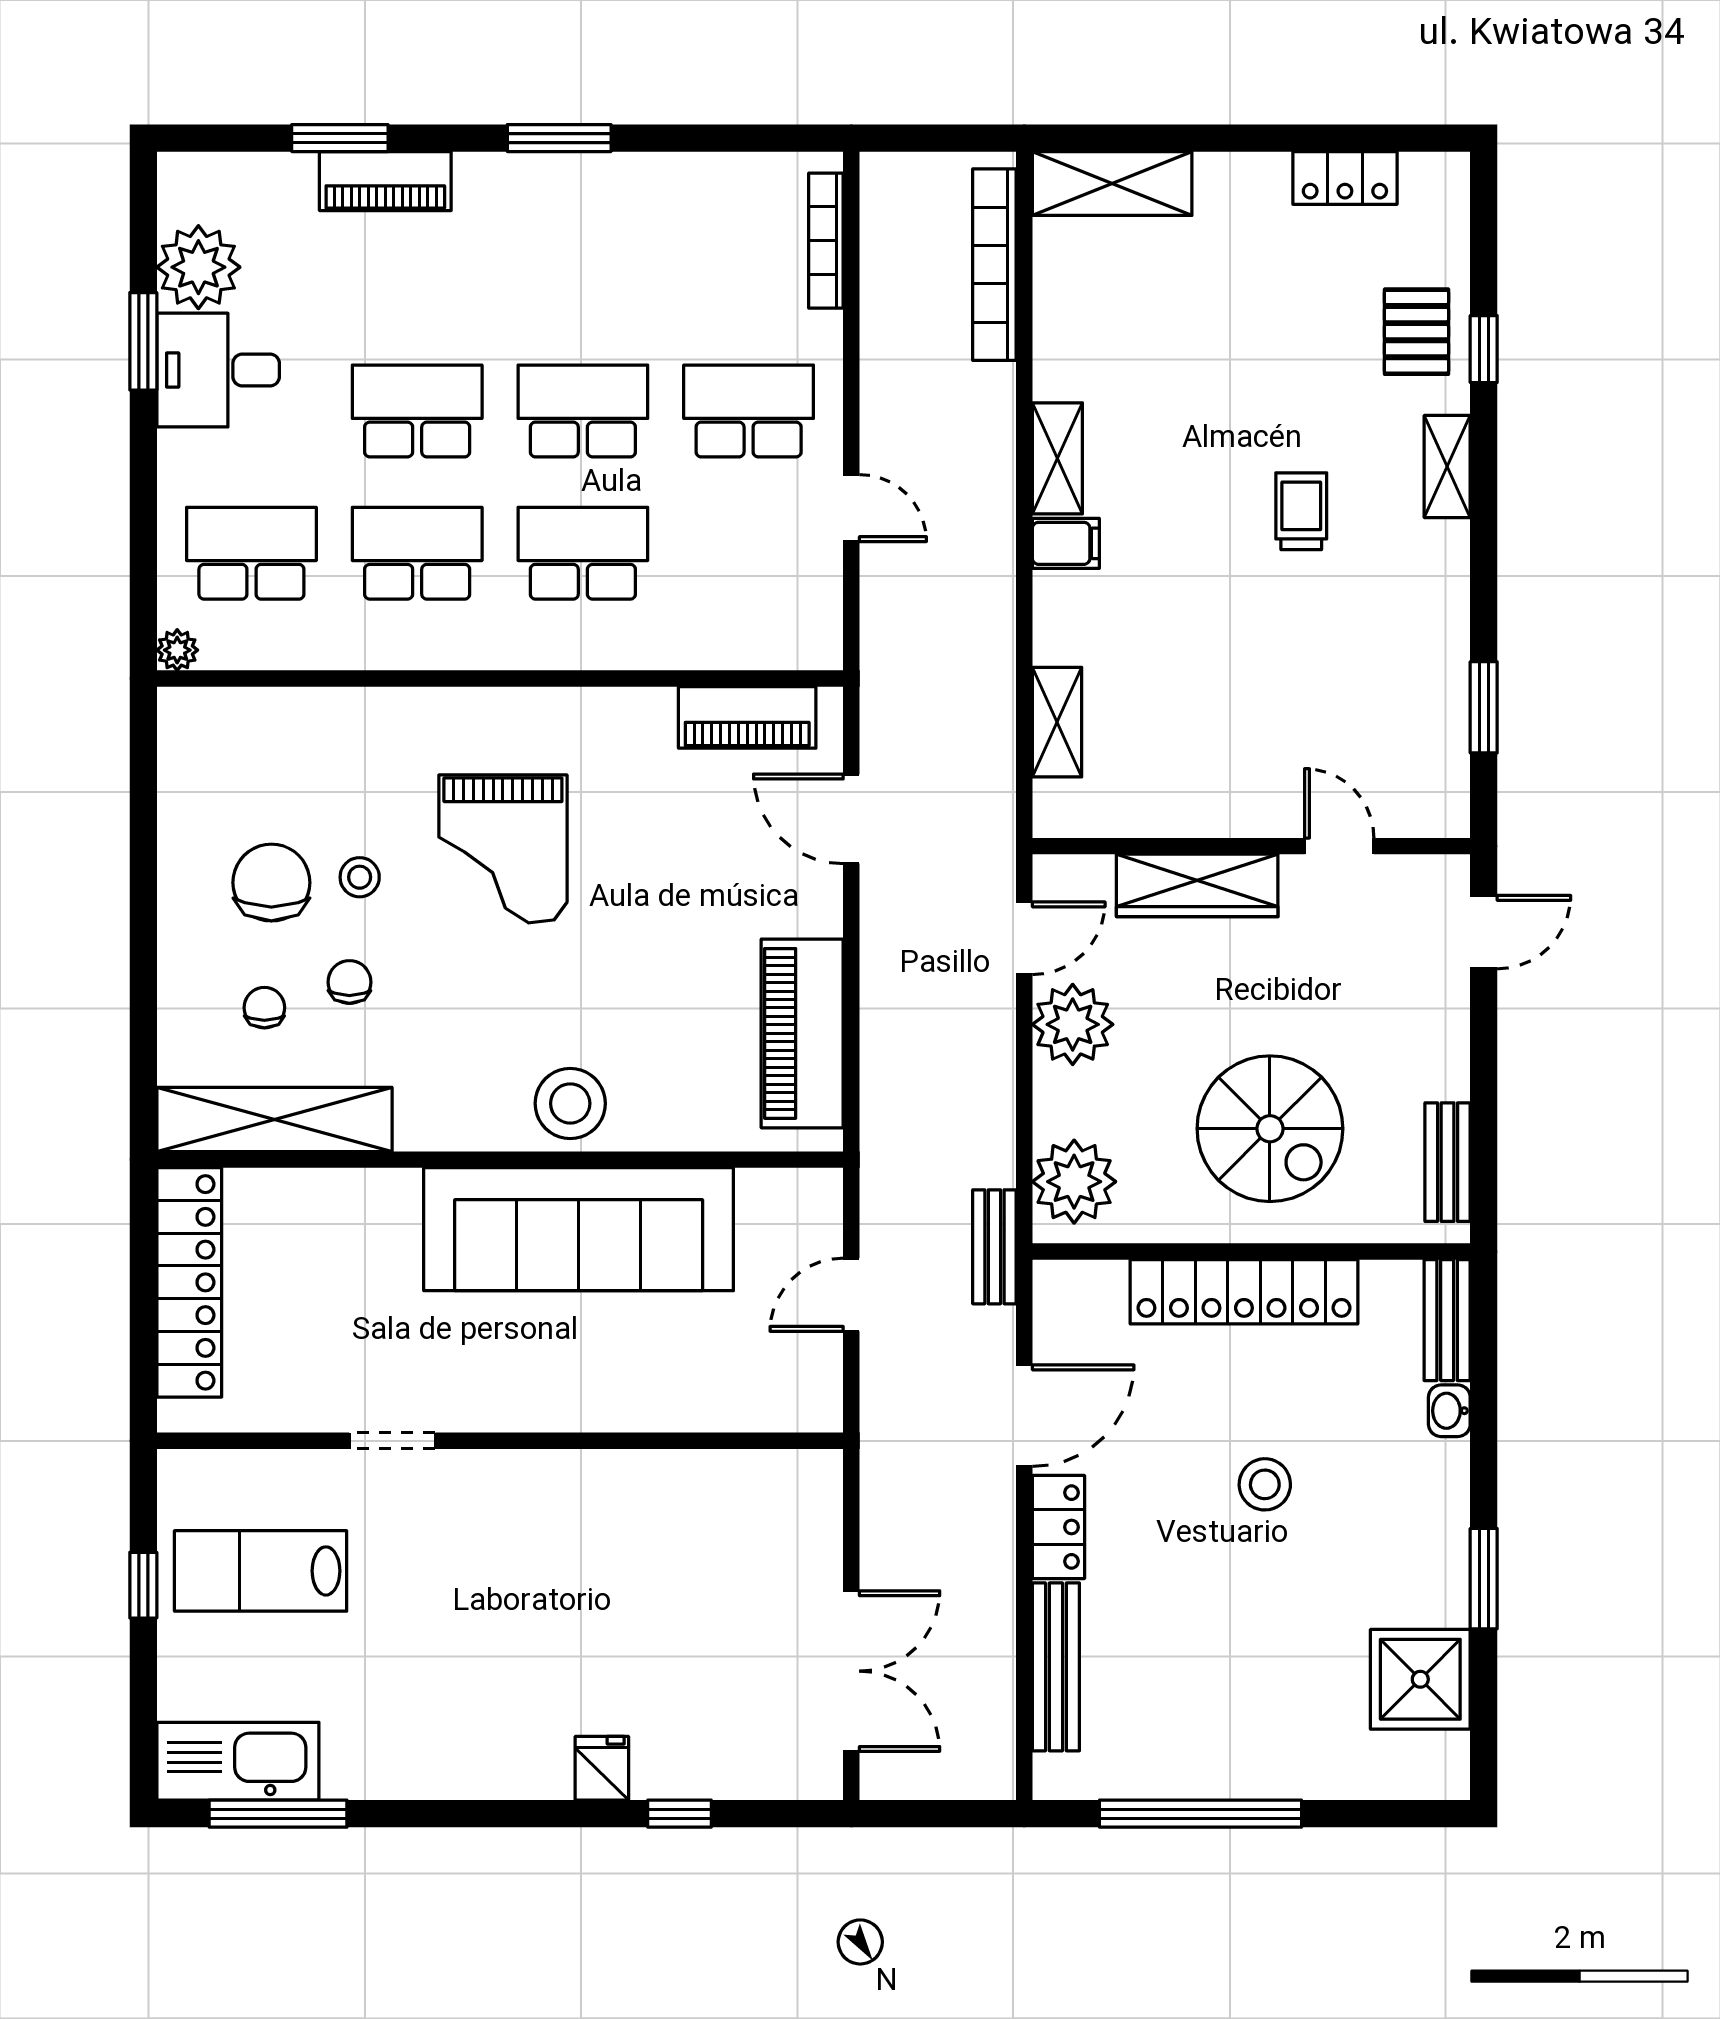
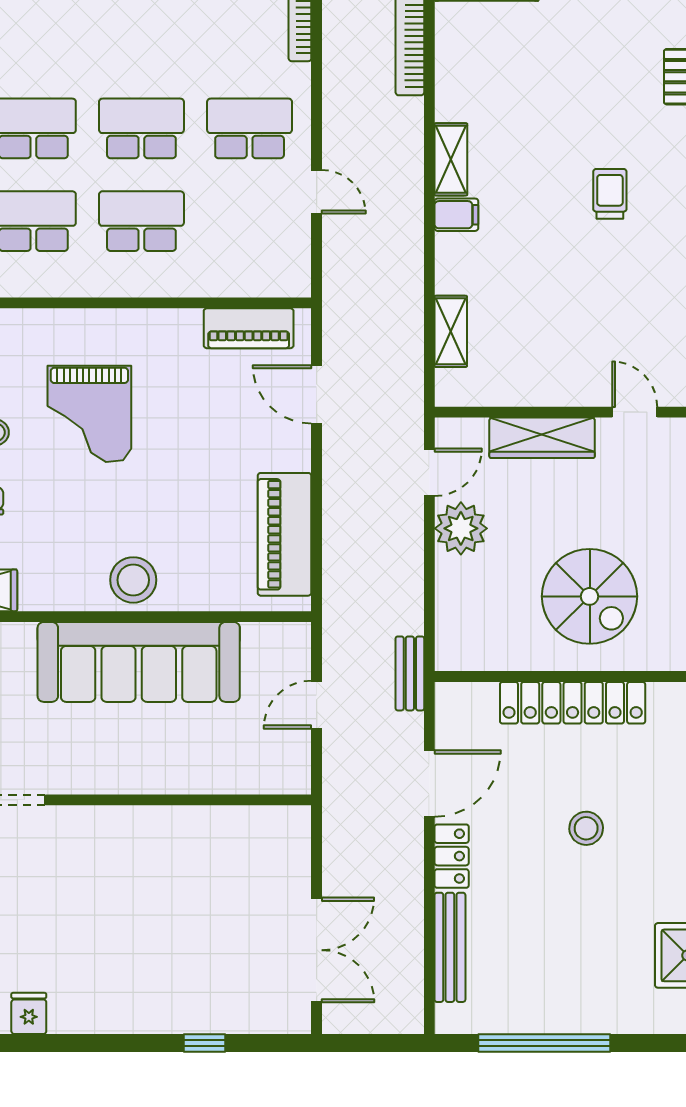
plant: (1074, 1182) -> (462, 631), removed
fridge: (602, 1768) -> (29, 1013), moved

